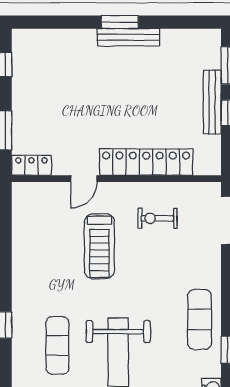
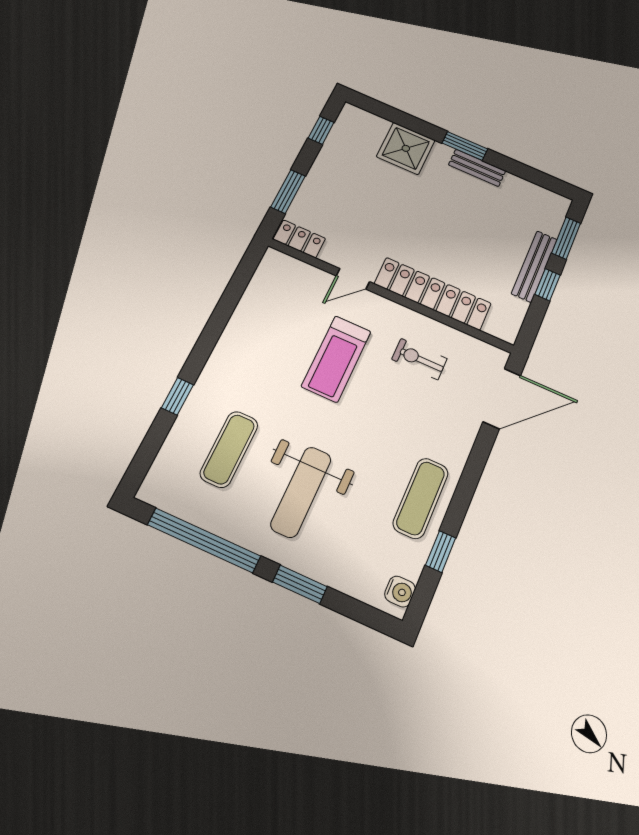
bench: (128, 37) -> (477, 168), width x0.73
shower: (76, 48) -> (406, 148), added

